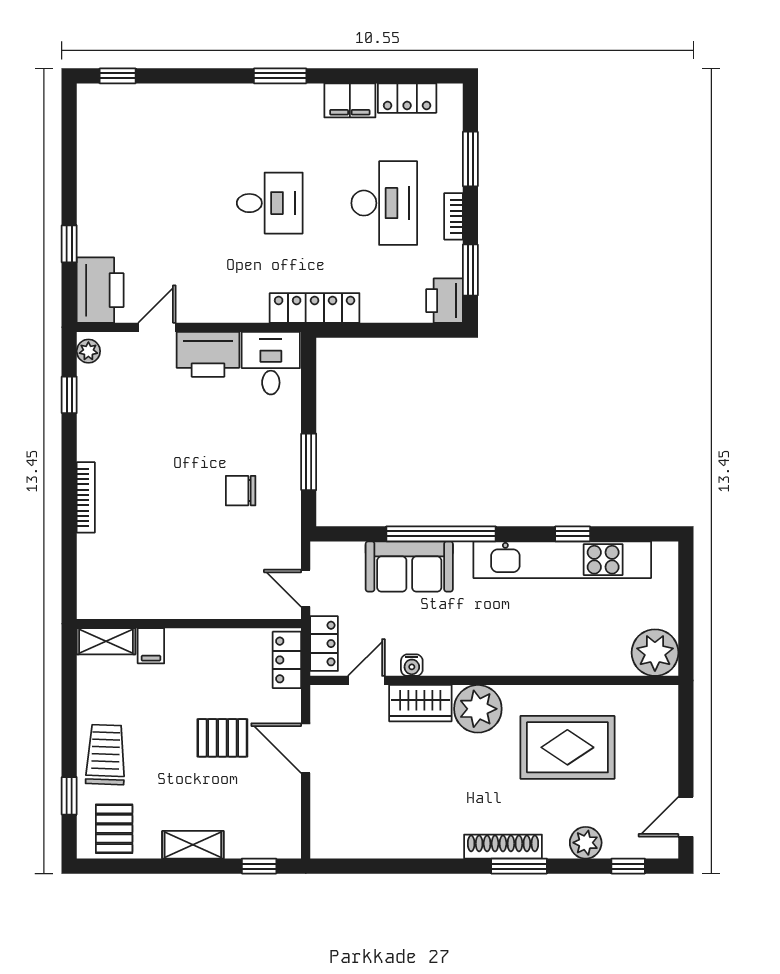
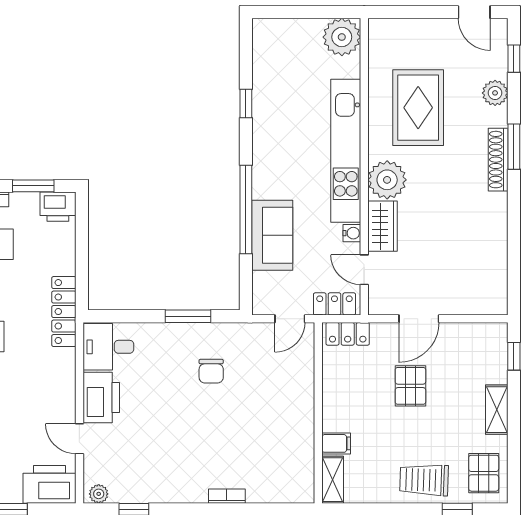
bookcase: (86, 497) -> (227, 496), width x0.64
kitchen unit: (562, 560) -> (346, 151), moved, turned 180
pallet: (114, 829) -> (484, 473), turned 90

